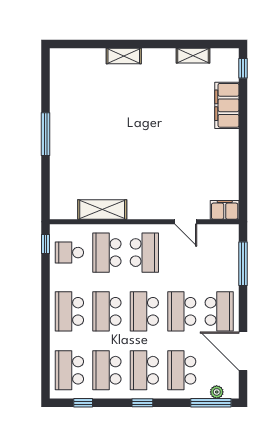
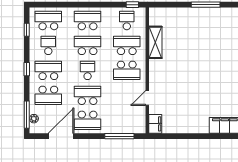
school desk: (144, 311) -> (88, 70), width x0.54
school desk: (107, 370) -> (48, 45), width x0.54
school desk: (182, 370) -> (48, 95), turned 180

